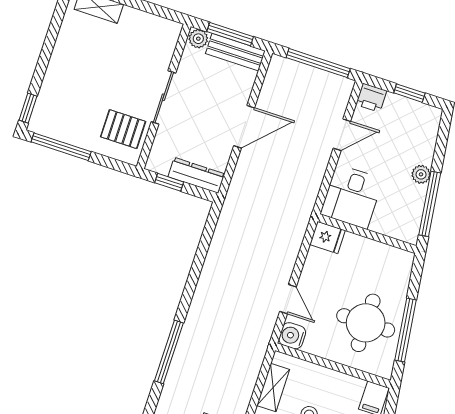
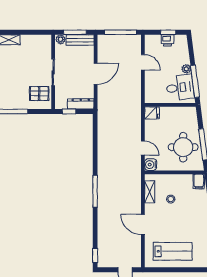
printer: (371, 98) -> (168, 40), moved
door: (342, 135) -> (143, 62), hinge flipped
desk: (352, 197) -> (180, 88), moved, turned -97

